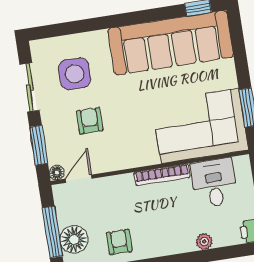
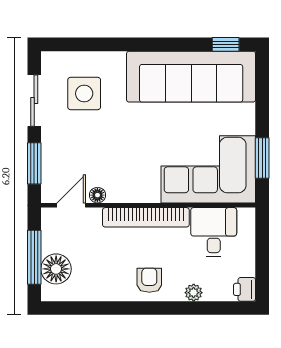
armchair: (90, 121) -> (92, 146), removed
floor lamp: (57, 173) -> (97, 195), moved
bookcase: (162, 175) -> (146, 217), width x1.48, depth x1.31
armchair: (119, 242) -> (149, 280), moved

